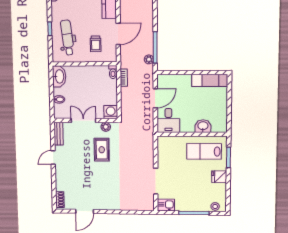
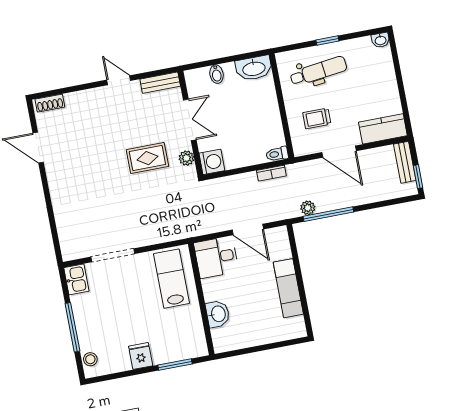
exam couch: (210, 80) -> (288, 288), moved
lab bench: (204, 151) -> (171, 279), moved

